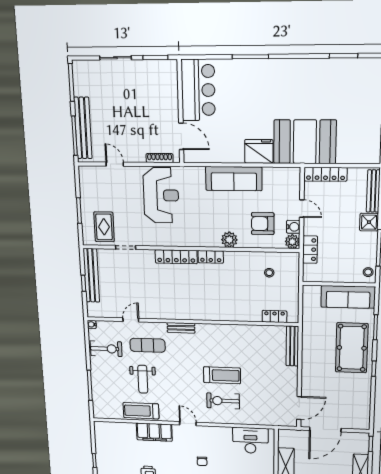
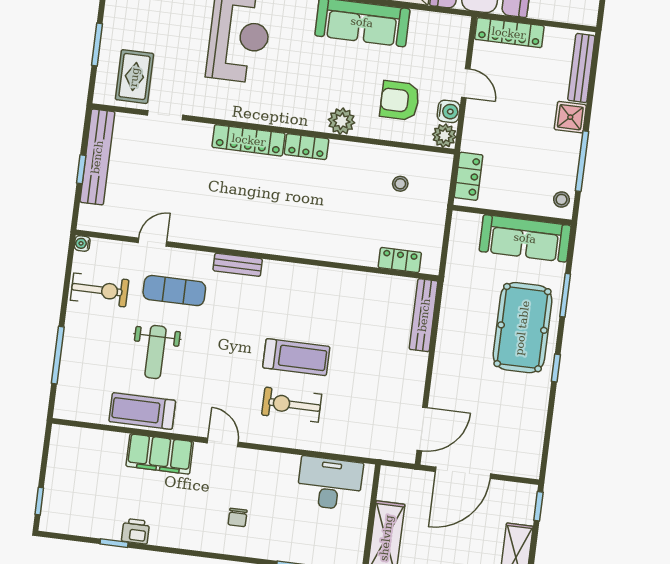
locker: (310, 250) -> (469, 176), moved

